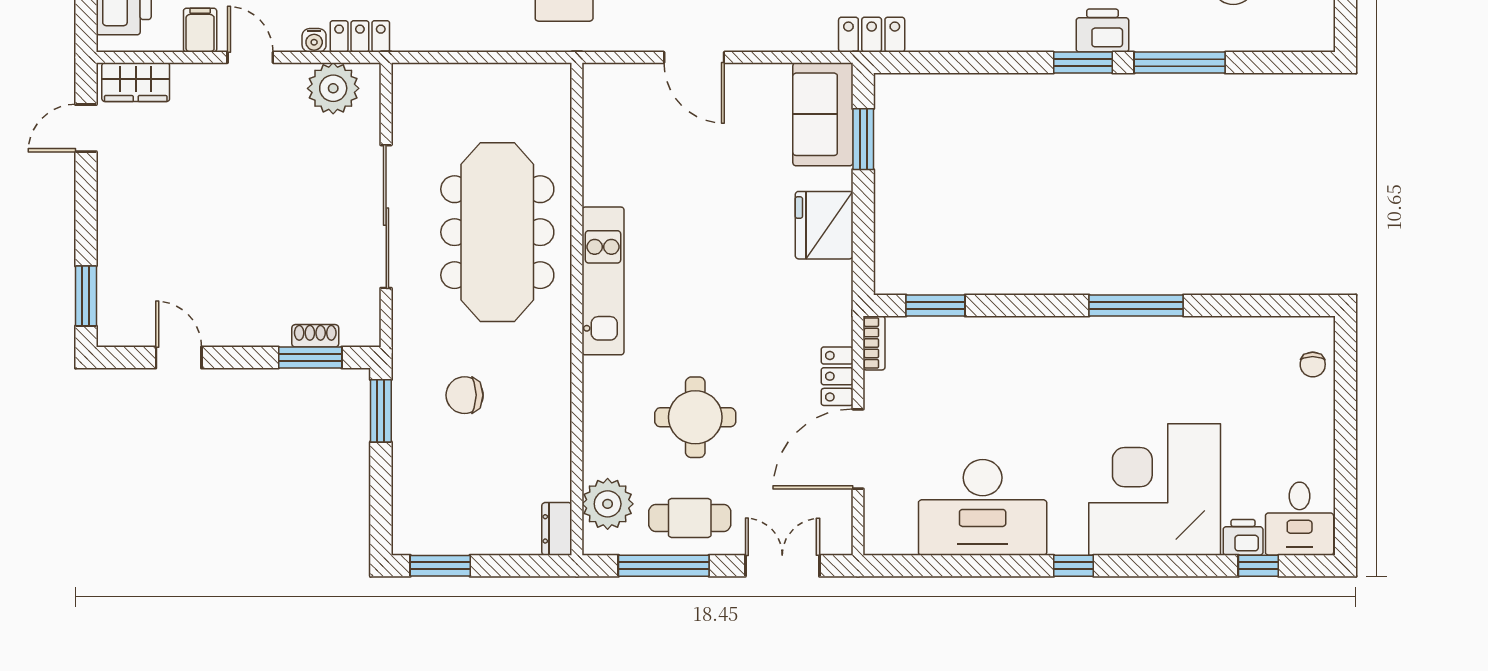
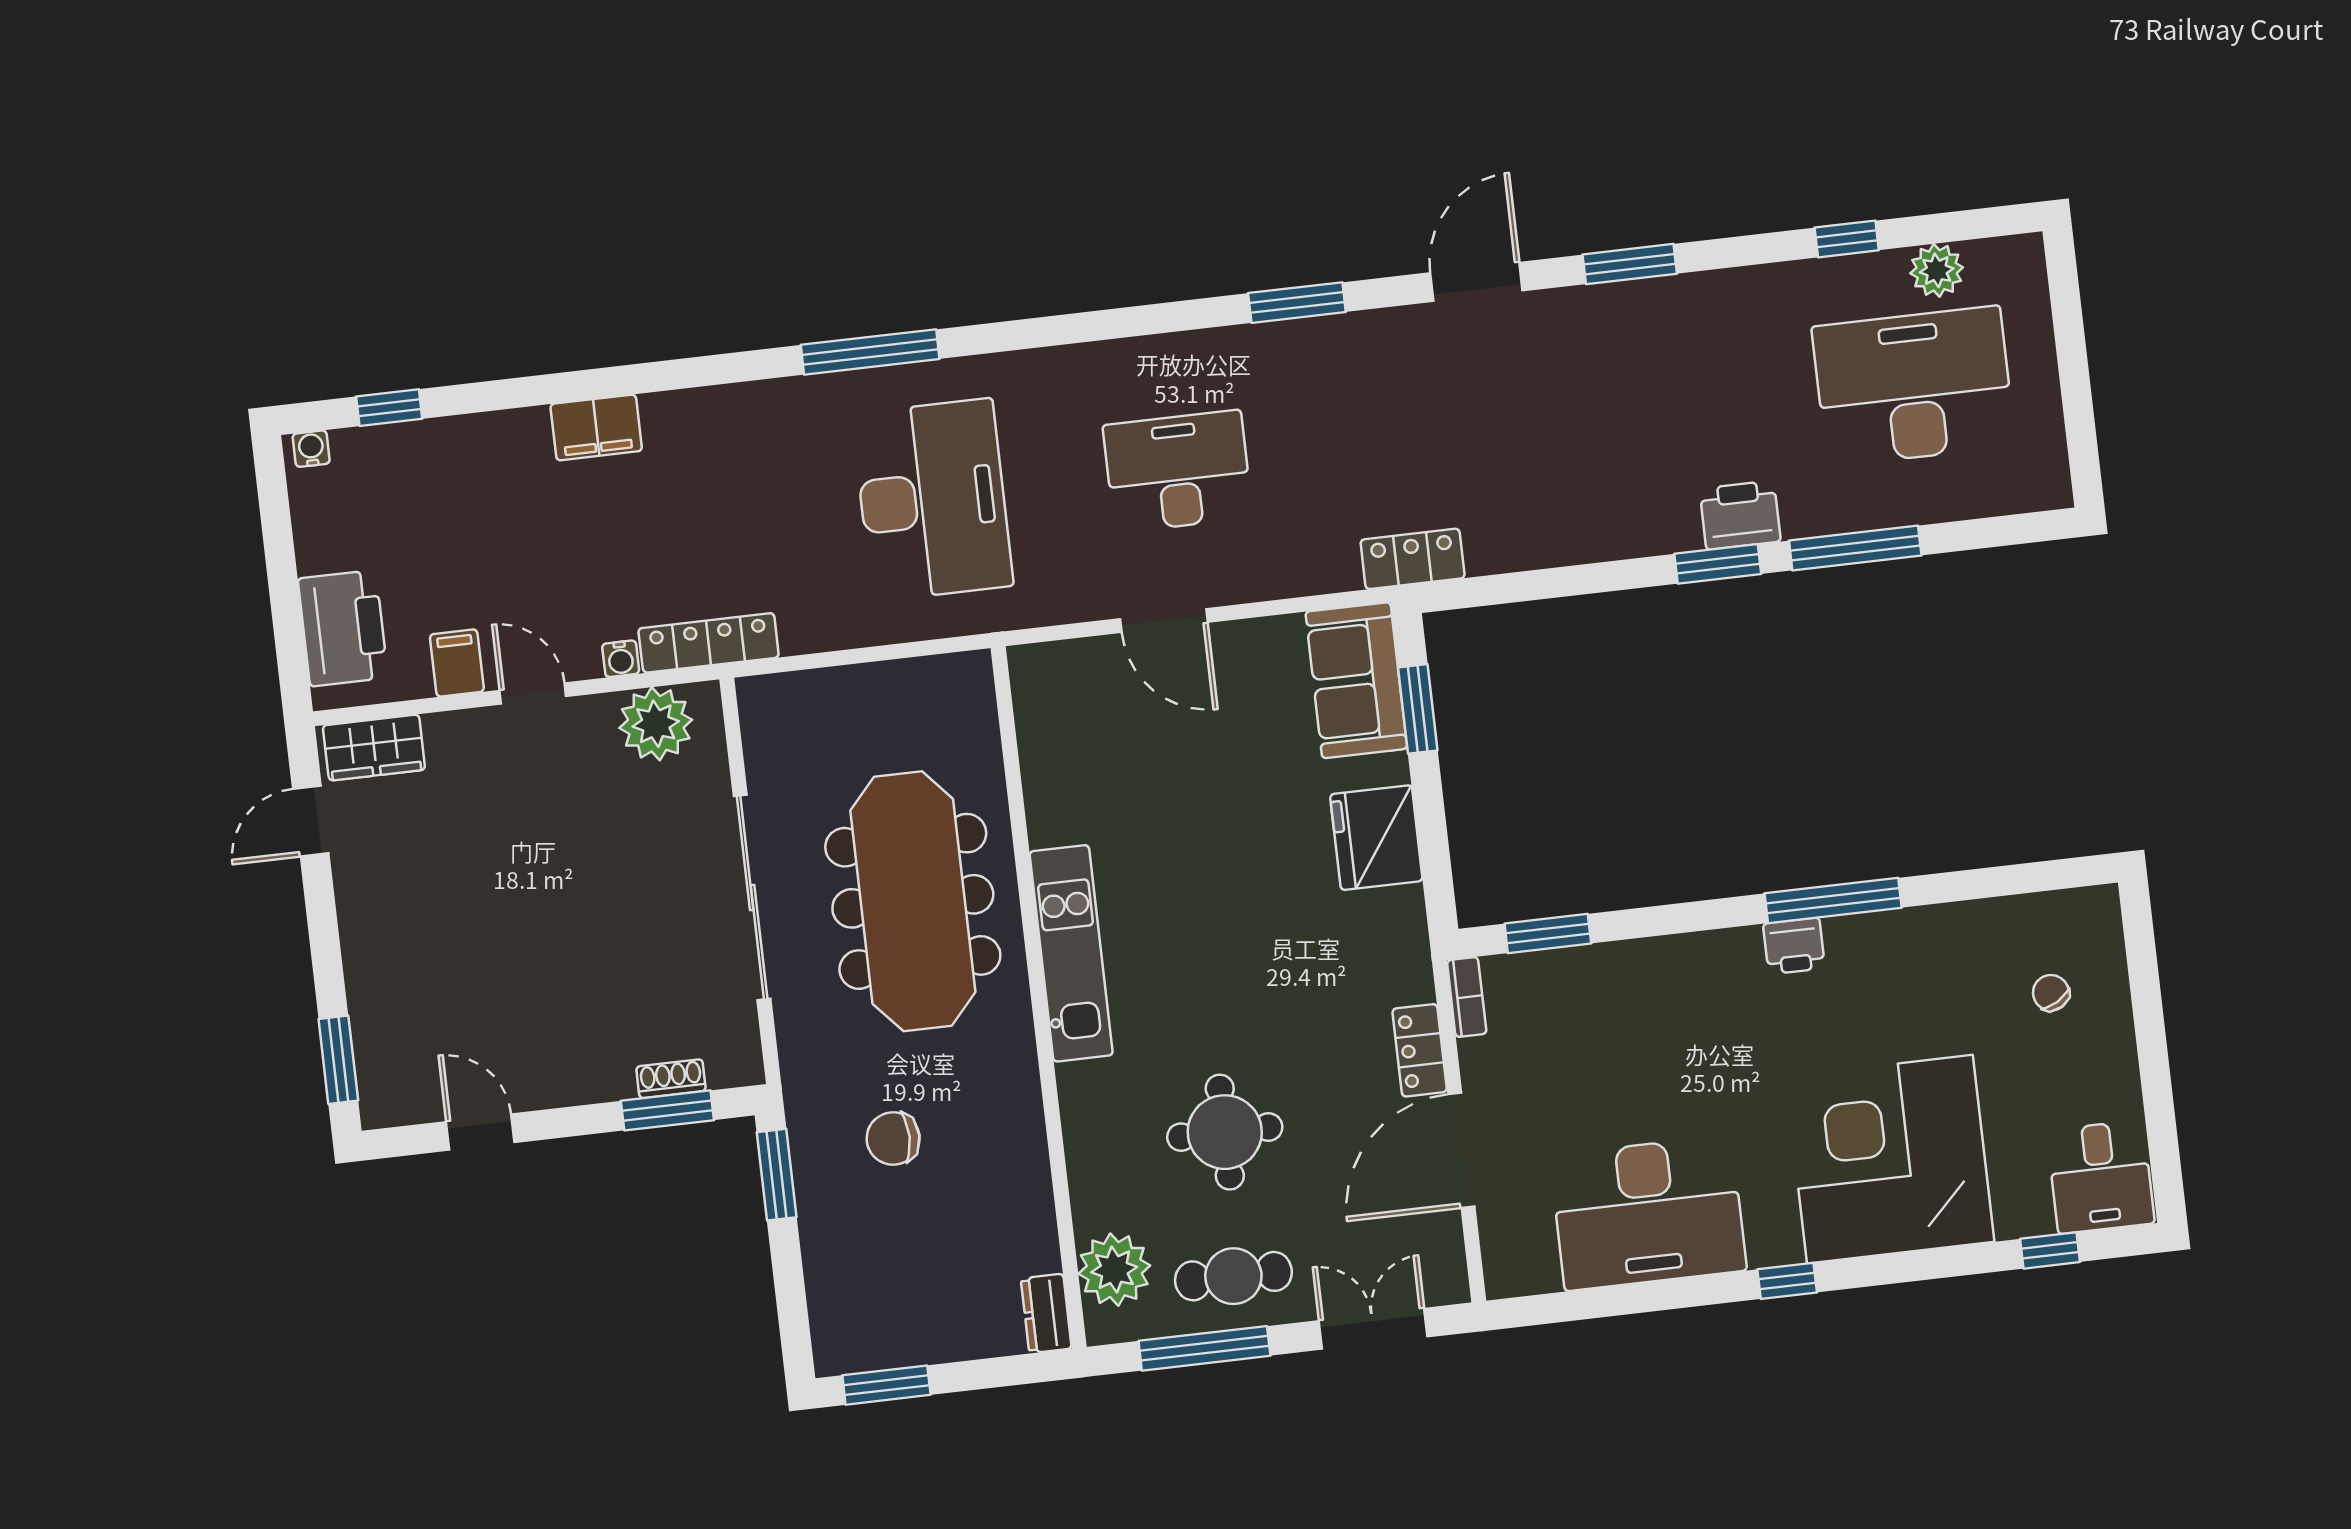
locker: (360, 36) -> (709, 643), width x1.53
chair: (1313, 364) -> (2051, 993), moved, turned 150
printer: (1243, 537) -> (1794, 946), moved, turned 180

